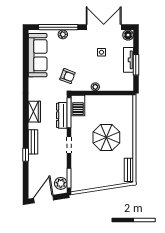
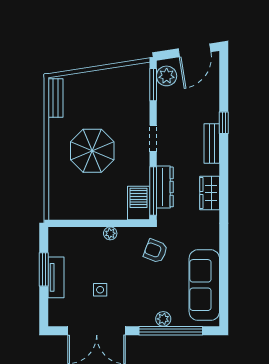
floor lamp: (128, 35) -> (57, 318), removed

